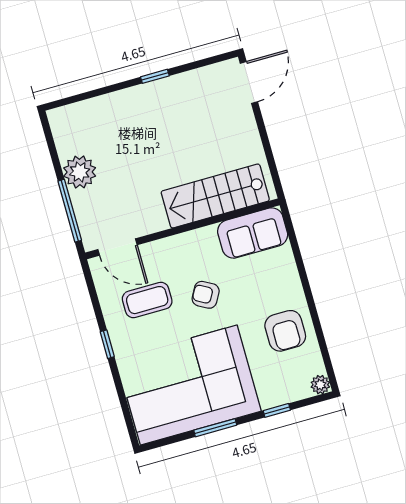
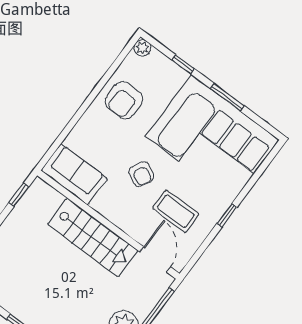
window: (273, 168) -> (19, 195), added
stairs: (215, 196) -> (93, 238), moved
armchair: (285, 331) -> (124, 100), turned 180

